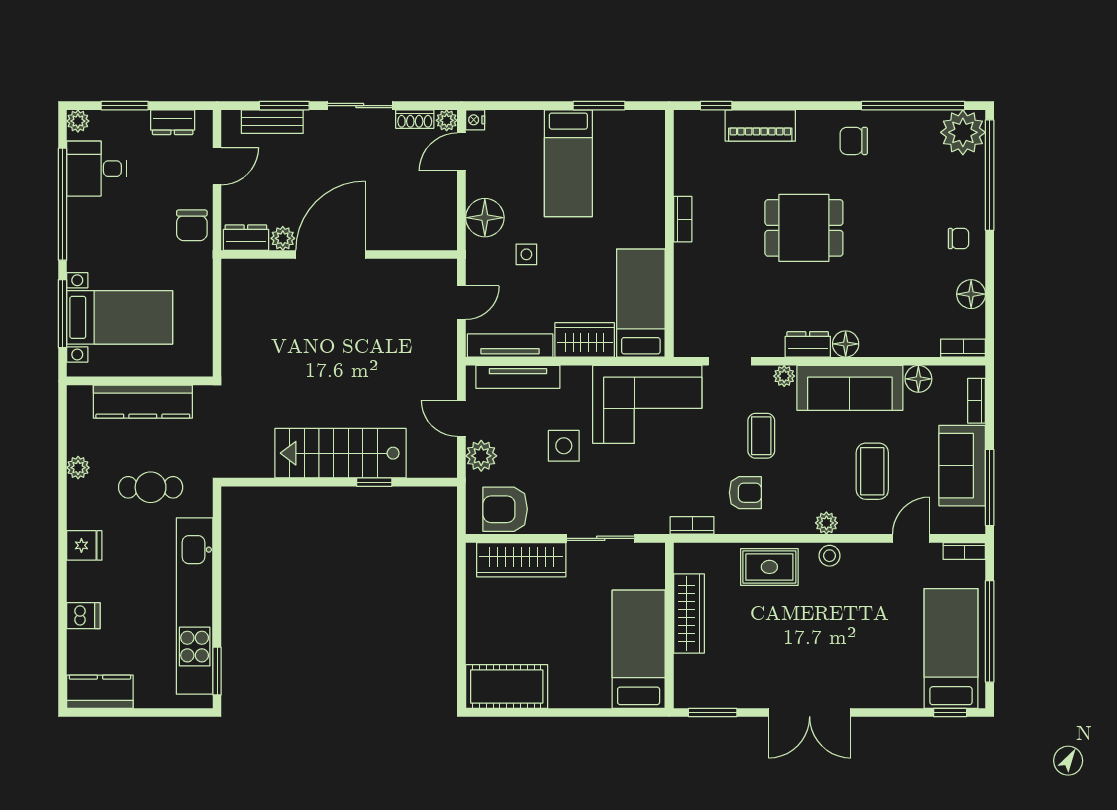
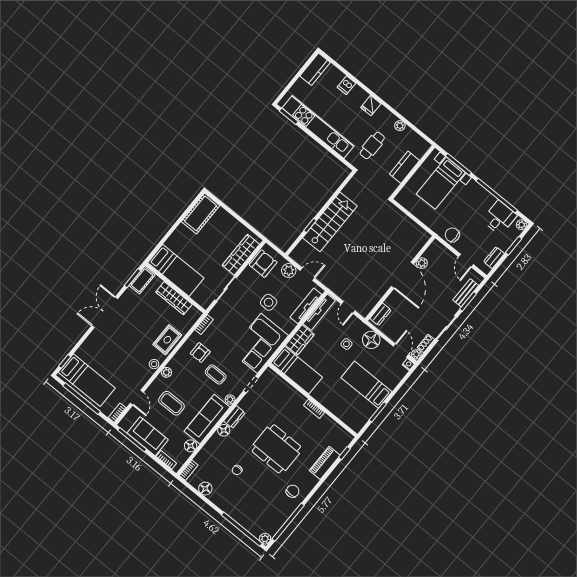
plant: (963, 132) -> (265, 539), width x0.53, depth x0.53
dining table: (804, 228) -> (276, 449), width x1.37
dresser: (246, 238) -> (380, 314), moved
chair: (958, 239) -> (237, 470), moved
kitchen counter: (143, 402) -> (405, 167), width x0.67
cot: (703, 693) -> (142, 280), added

